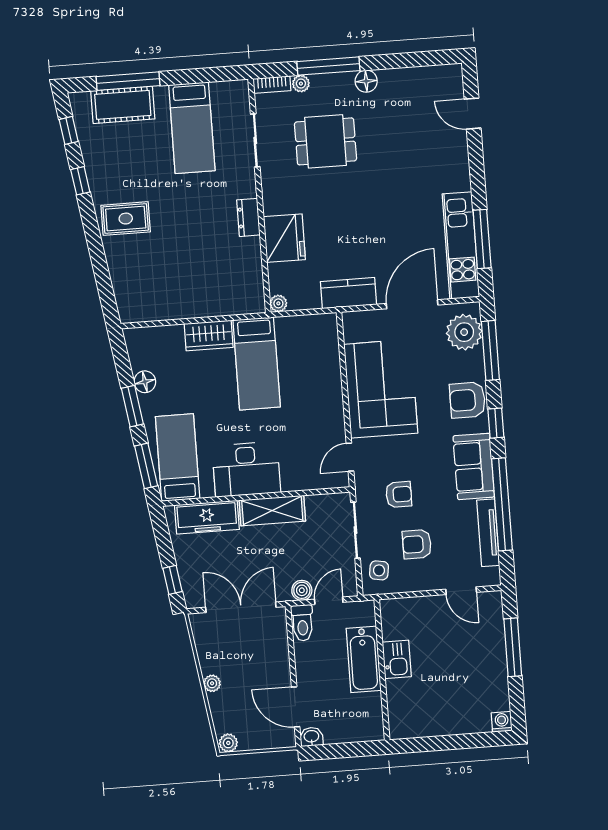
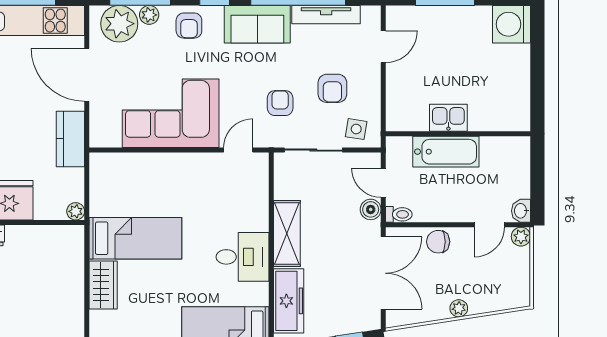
plant: (475, 361) -> (149, 15), added
armchair: (467, 400) -> (189, 26), width x0.72, depth x0.72
door: (350, 457) -> (238, 150), swing flipped
desk: (246, 469) -> (243, 257), width x0.73
double door: (241, 607) -> (383, 273), swing flipped
toilet: (302, 623) -> (399, 214), width x0.73, depth x0.72
chair: (275, 658) -> (438, 242), added
door: (296, 707) -> (489, 225), width x0.73
washing machine: (502, 722) -> (512, 24), width x1.89, depth x1.89
plant: (228, 743) -> (521, 237), moved

